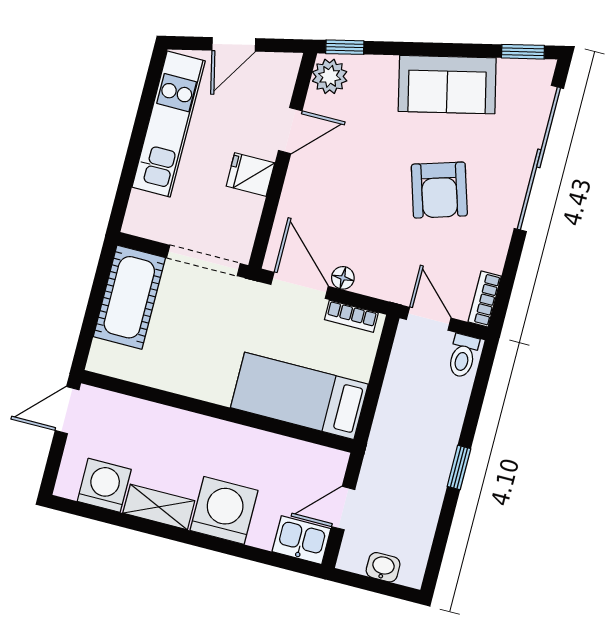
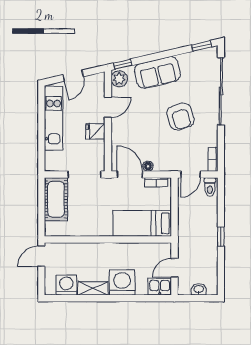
sofa: (447, 85) -> (157, 72), moved
door: (429, 319) -> (191, 174), swing flipped

